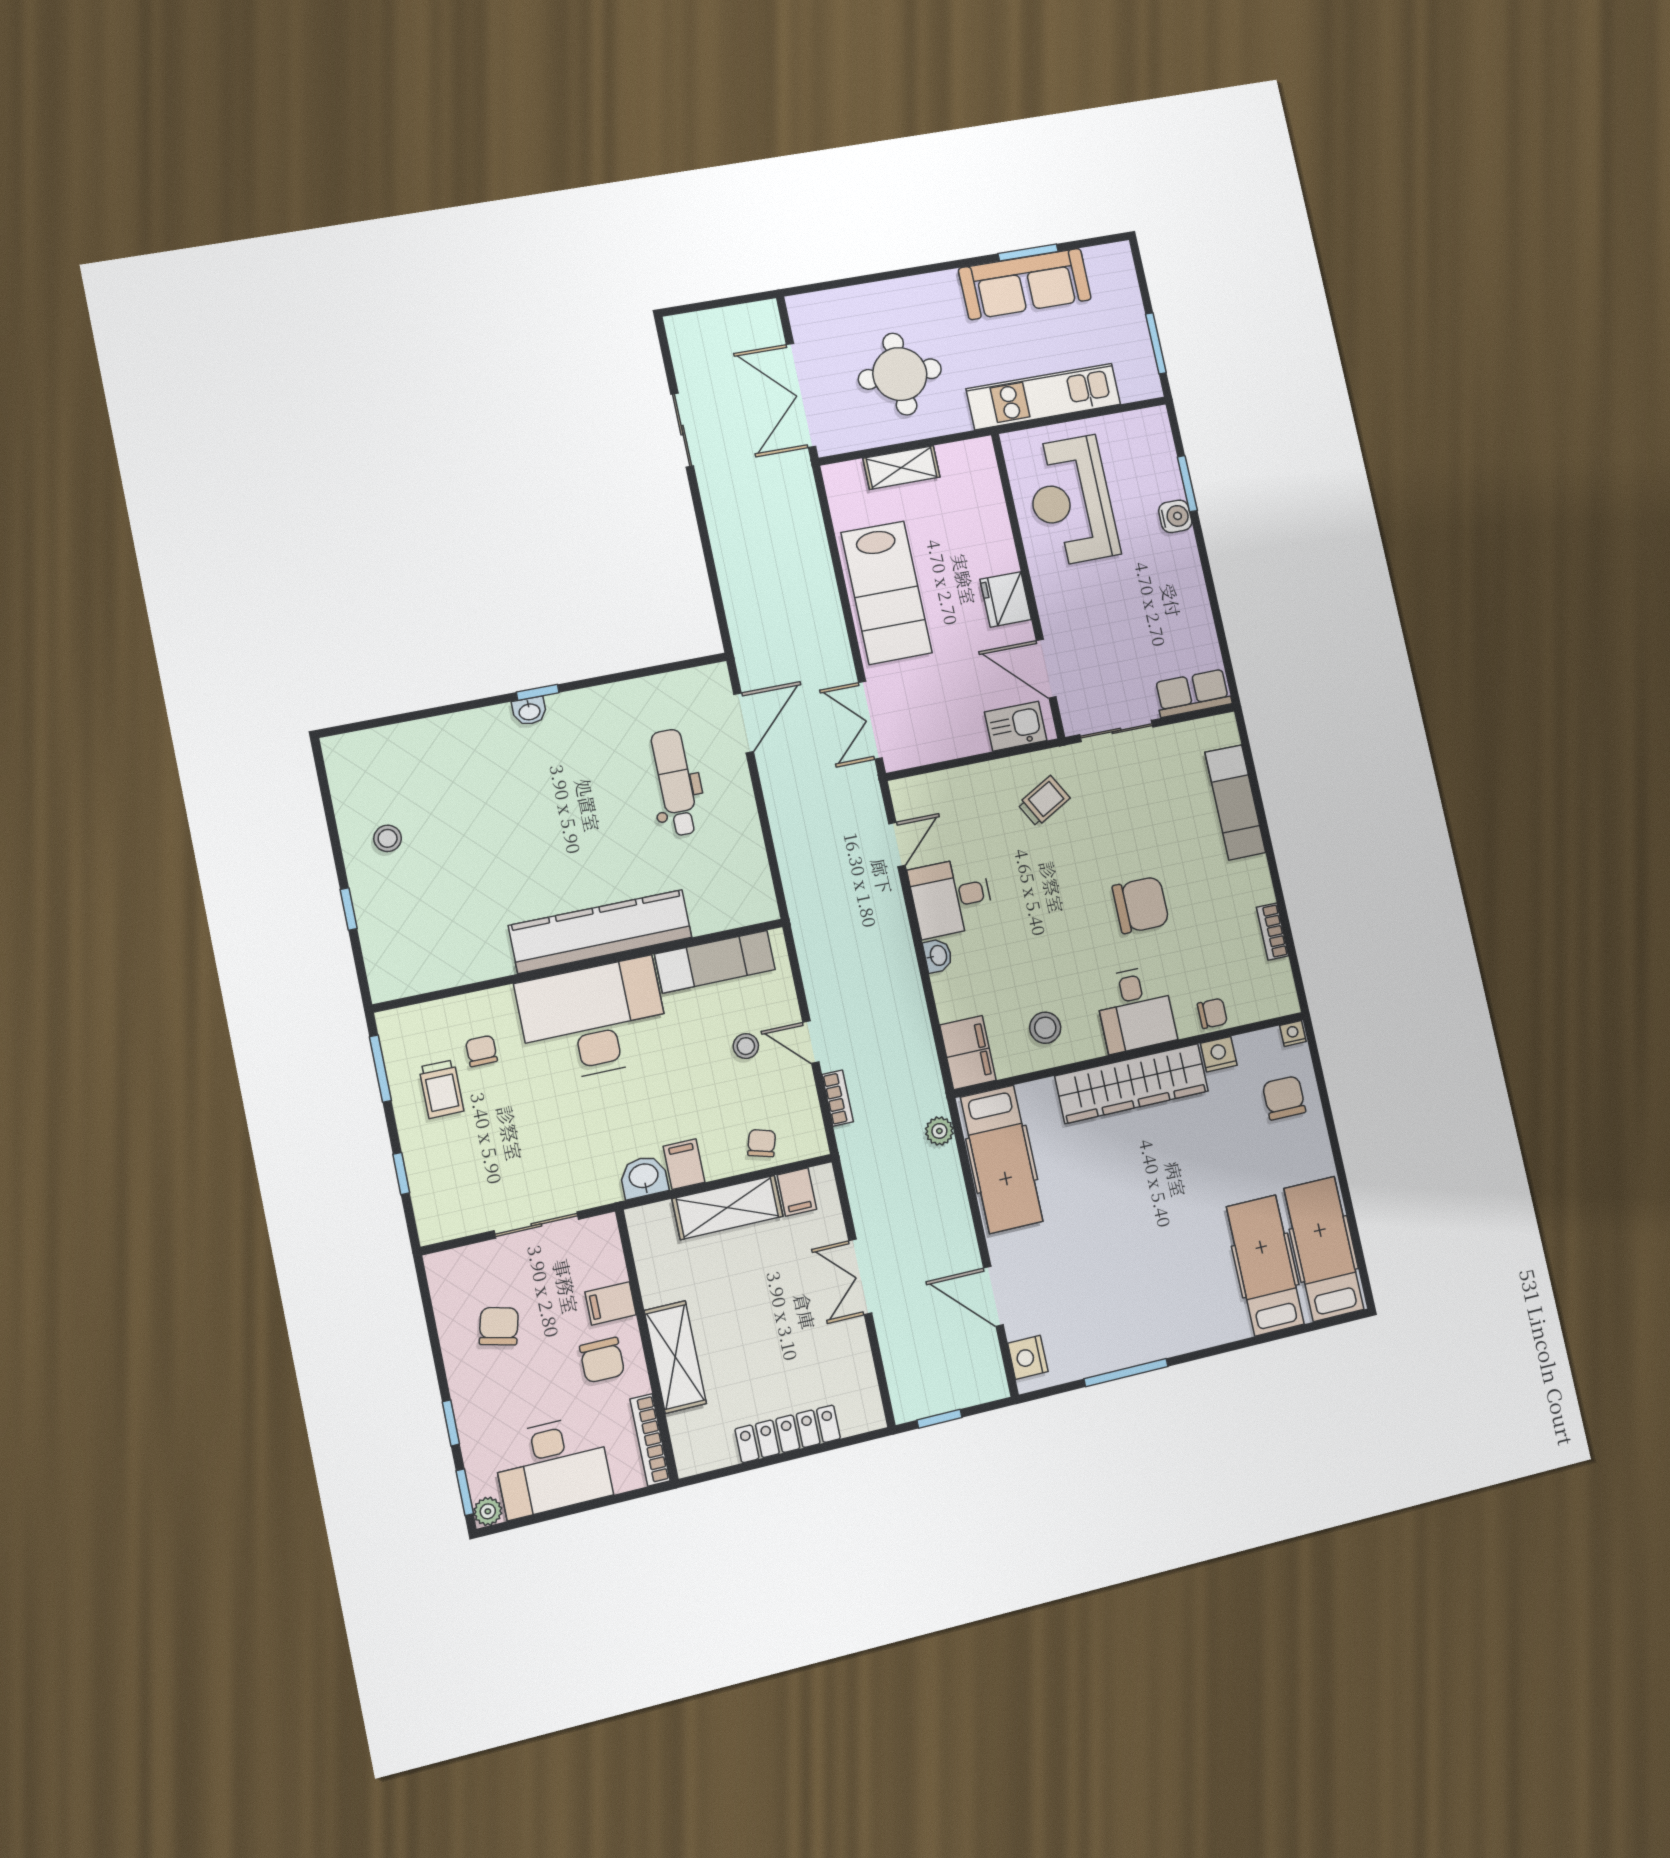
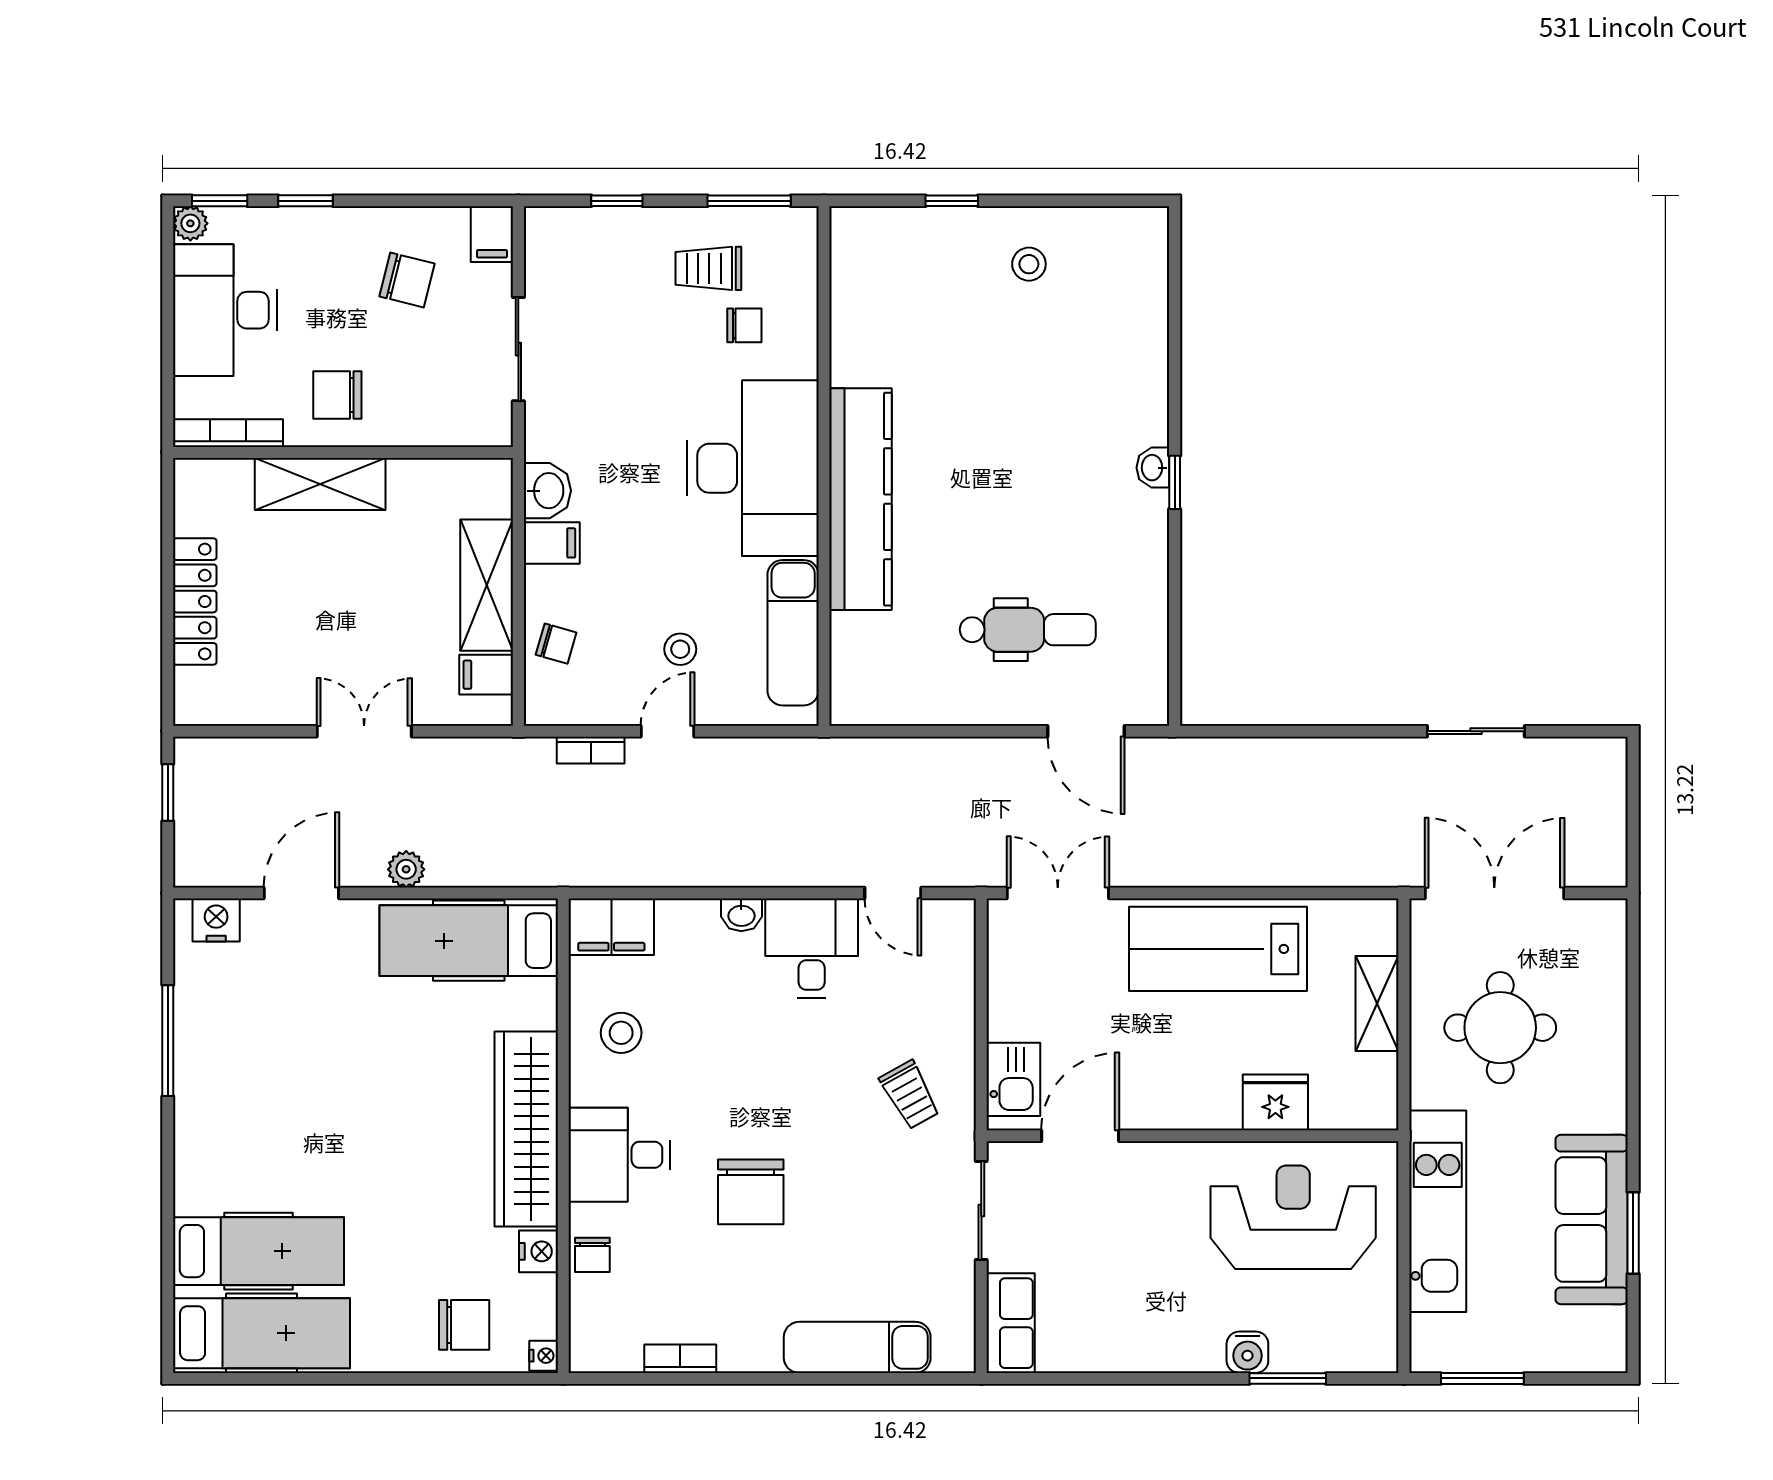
fridge: (1006, 599) -> (1275, 1102), moved
plant: (939, 1131) -> (406, 869), moved
filing cabinet: (611, 1303) -> (492, 234), moved, turned 180

